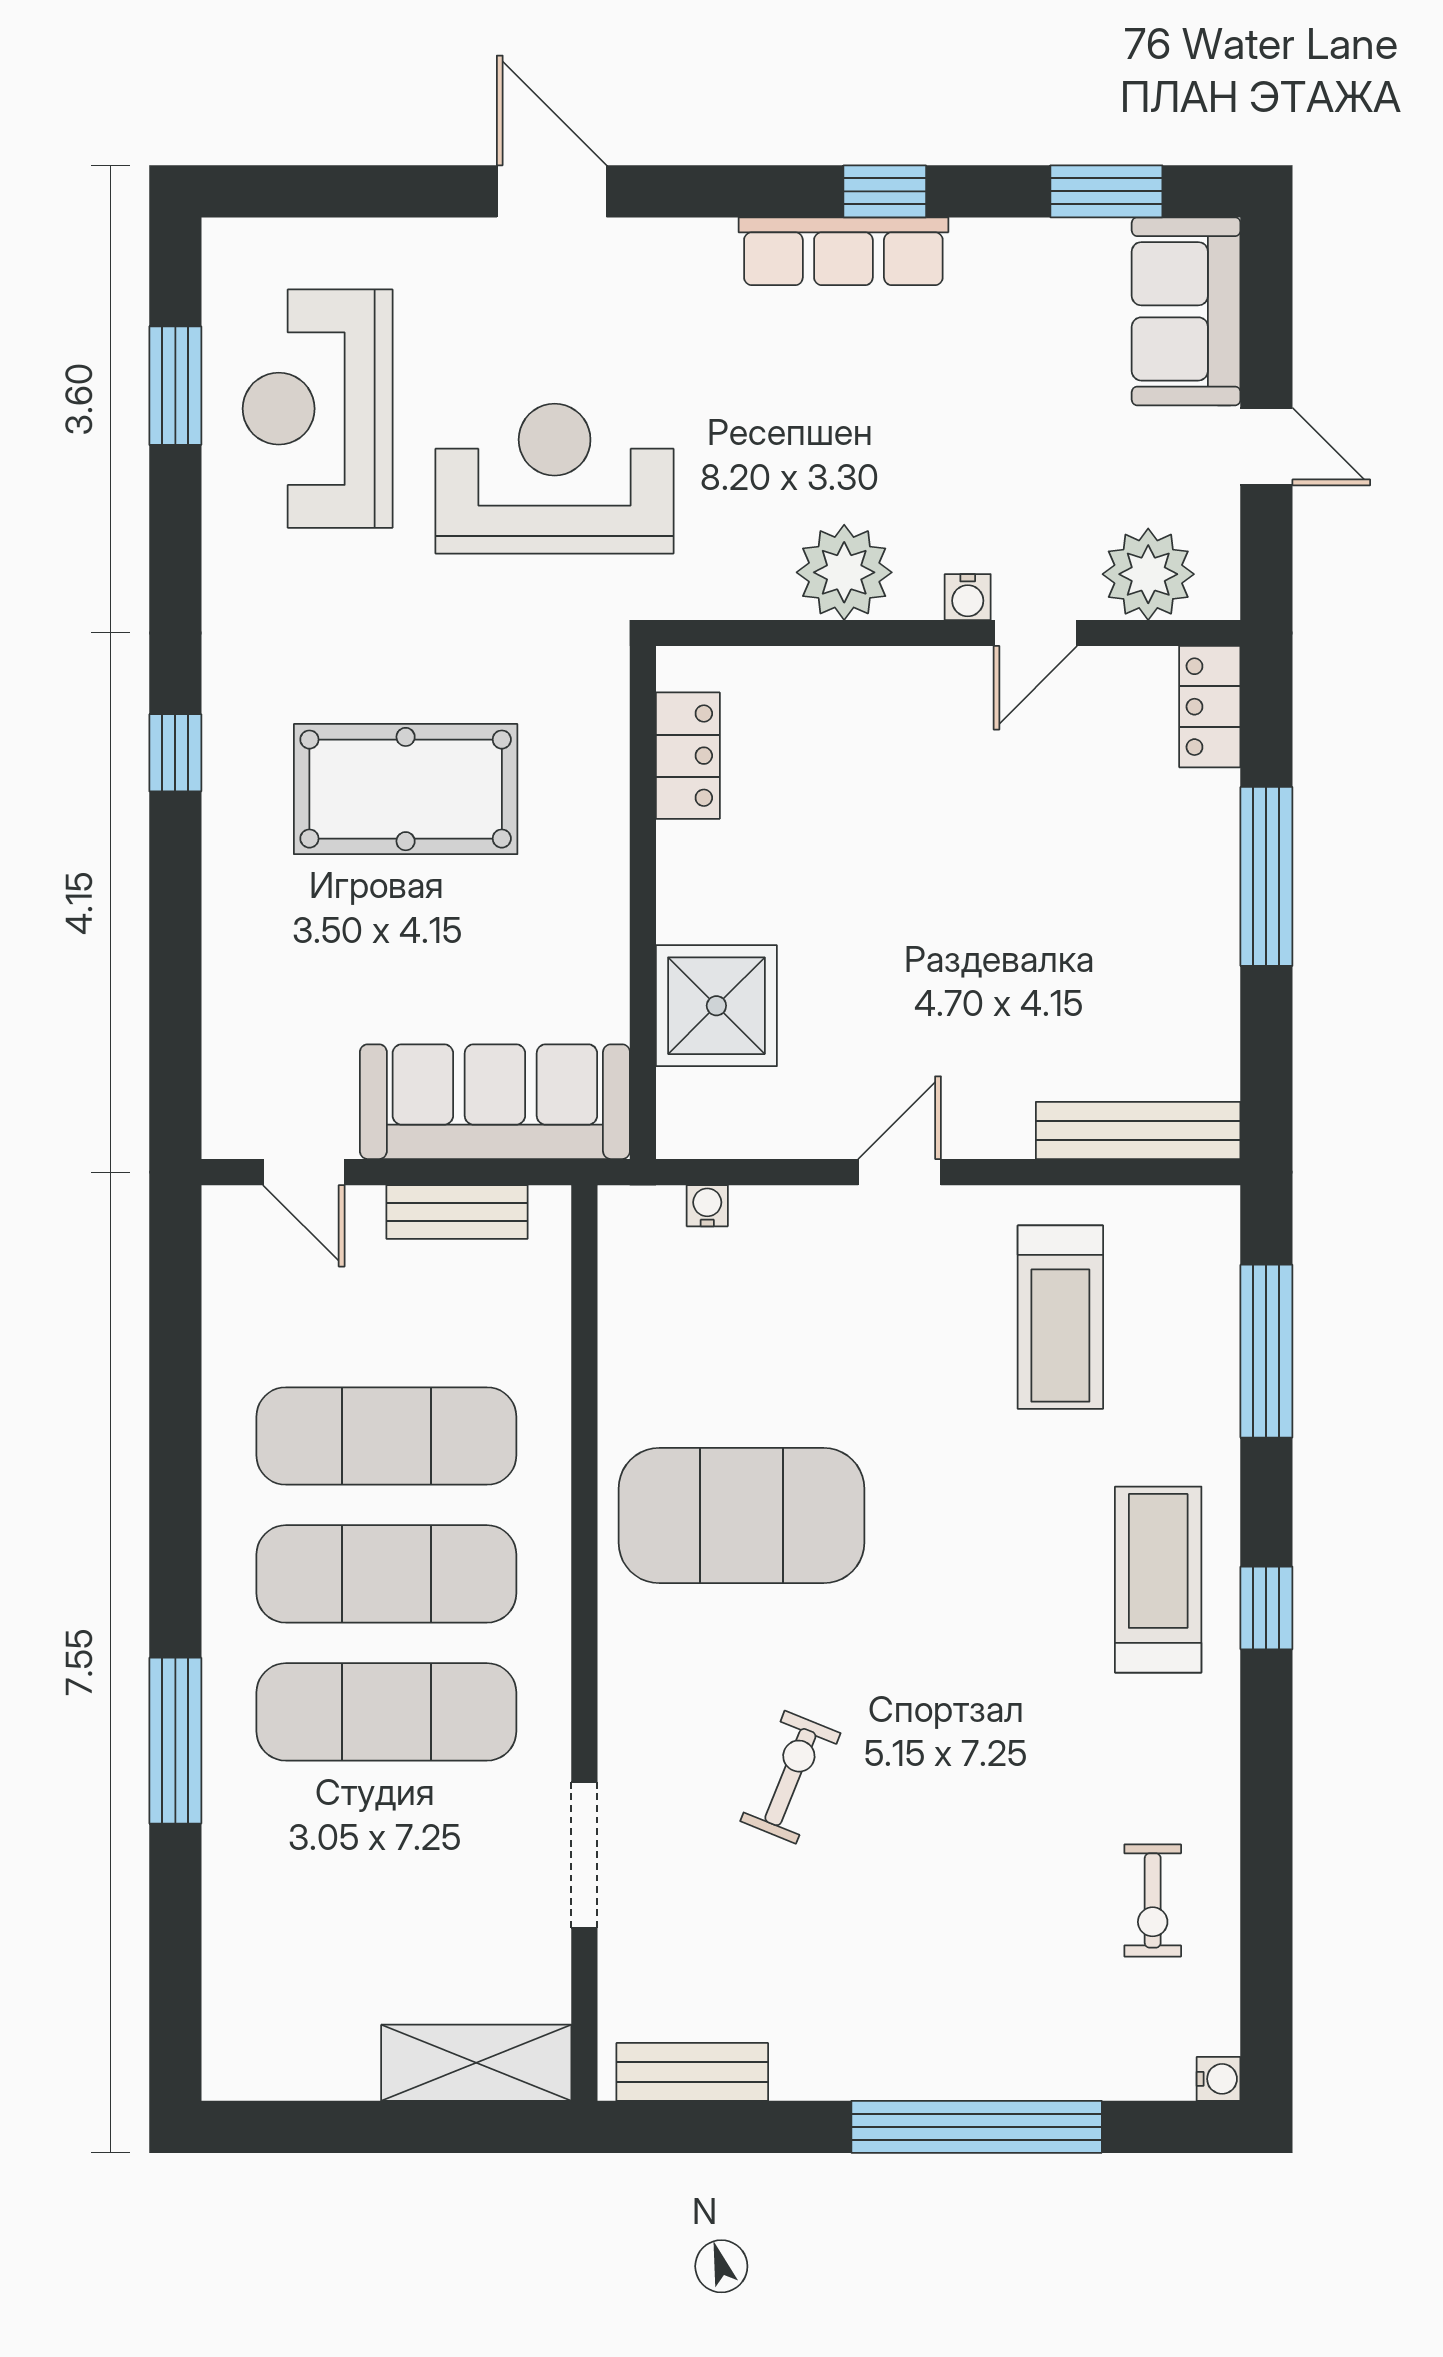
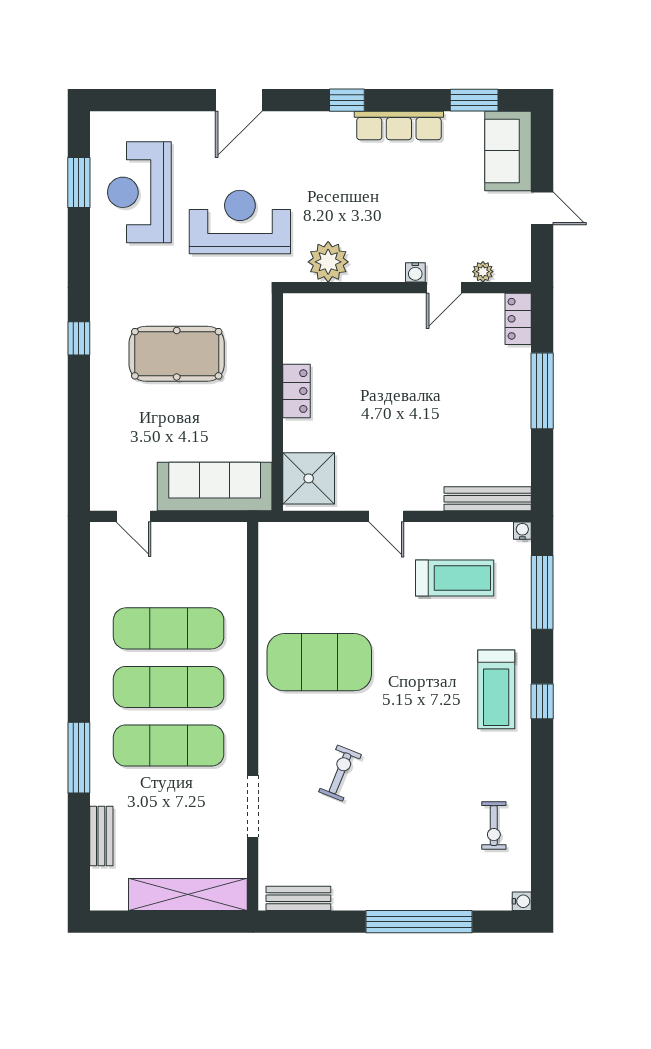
door: (552, 191) -> (239, 100), swing flipped
window: (885, 191) -> (347, 100), moved
row of seats: (843, 251) -> (399, 126), moved
plant: (844, 572) -> (328, 262), moved
plant: (1148, 574) -> (483, 272), width x0.53, depth x0.53
locker: (688, 756) -> (297, 391), moved
shower: (716, 1006) -> (309, 478), moved
door: (900, 1172) -> (386, 516), swing flipped
water cooler: (707, 1206) -> (522, 531), moved
bench: (457, 1212) -> (101, 836), moved, turned 90
treadmill: (1060, 1317) -> (455, 578), turned -90
treadmill: (1158, 1580) -> (496, 689), turned 180
shelving: (476, 2063) -> (188, 894), width x1.47

